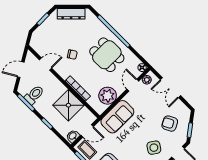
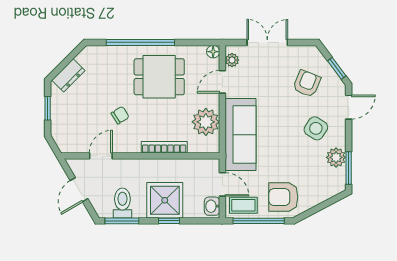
dresser: (71, 14) -> (68, 75), width x0.70
door: (133, 85) -> (222, 82), hinge flipped
double door: (170, 88) -> (267, 42), swing flipped
shower: (68, 105) -> (165, 200), moved
sofa: (117, 117) -> (240, 135), width x1.36
armchair: (170, 124) -> (307, 84), turned 140
door: (87, 131) -> (222, 184), hinge flipped

